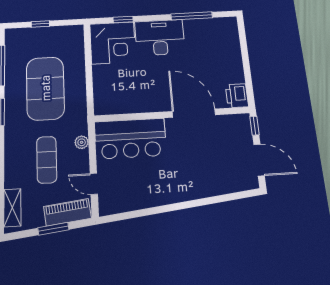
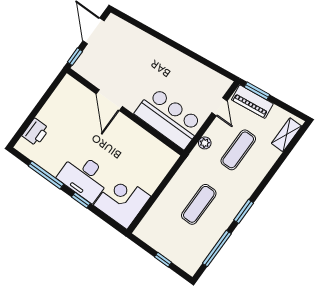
window: (123, 20) -> (81, 200), moved
exercise mat: (45, 88) -> (199, 204), width x0.50, depth x0.69
printer: (237, 96) -> (36, 132), moved
door: (194, 113) -> (109, 100), width x0.73
window: (53, 229) -> (257, 91), moved

